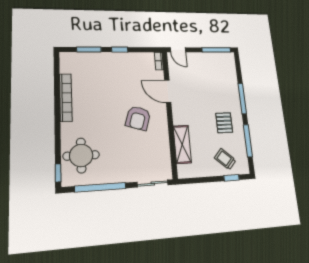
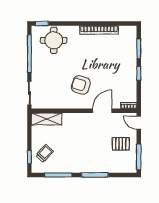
door: (178, 50) -> (139, 123), hinge flipped
pallet: (224, 123) -> (121, 144), moved
shelving: (182, 144) -> (47, 119), moved

